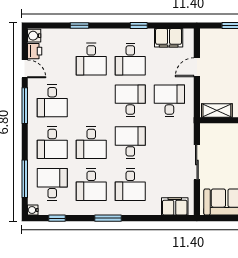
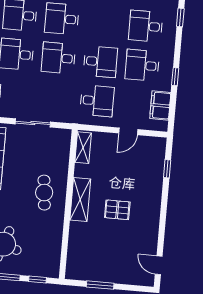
door: (197, 67) -> (128, 131), swing flipped
desk: (130, 143) -> (58, 58), turned 180

